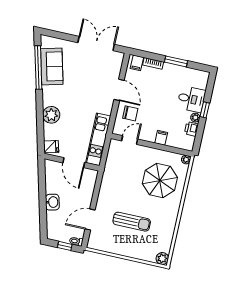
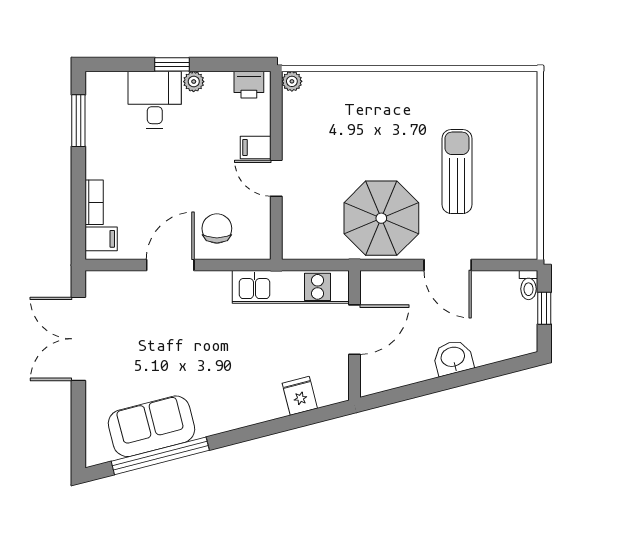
window: (176, 61) -> (78, 121), moved
plant: (51, 115) -> (259, 403), removed
printer: (191, 129) -> (249, 85), moved
door: (130, 140) -> (276, 178), moved
fridge: (51, 147) -> (300, 396), moved
parasol: (160, 180) -> (381, 218), moved
door: (90, 220) -> (448, 265), moved
plant: (162, 258) -> (524, 85), removed

